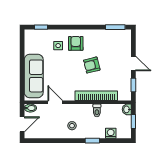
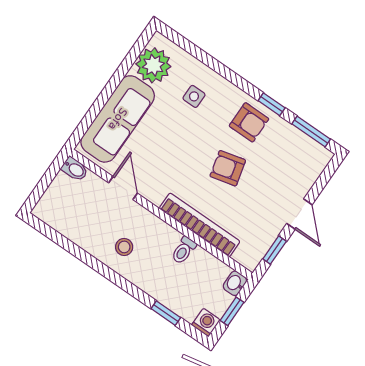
window: (41, 27) -> (272, 104), moved
armchair: (76, 43) -> (249, 122), moved, turned 90
plant: (33, 44) -> (153, 65), added
door: (22, 124) -> (42, 187), removed
washing machine: (111, 133) -> (206, 322), moved
window: (92, 141) -> (166, 313), moved

